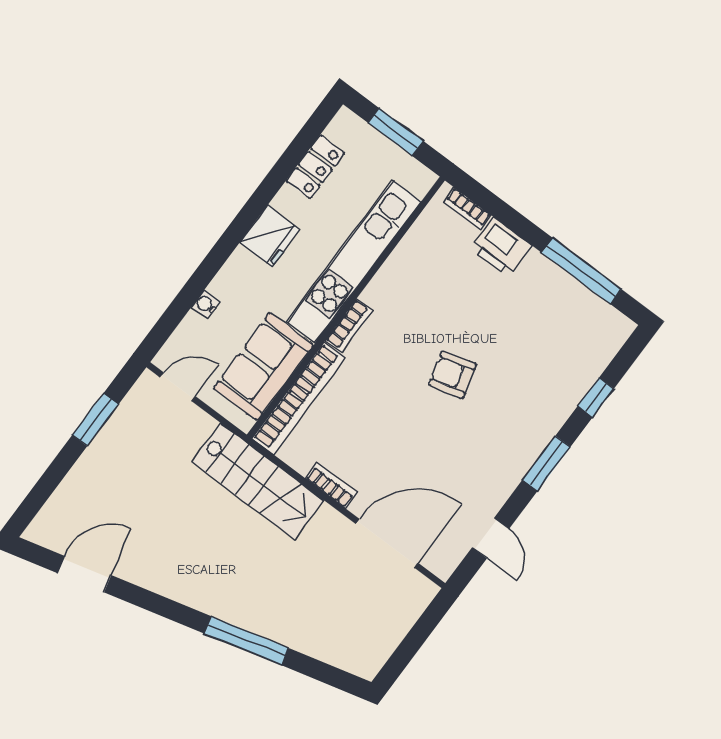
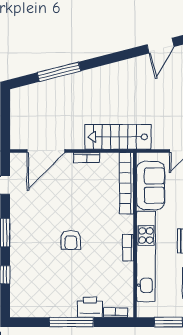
window: (581, 271) -> (71, 322), moved
bookcase: (349, 325) -> (128, 248), moved
armchair: (452, 375) -> (71, 240), turned 105
window: (246, 641) -> (59, 72), moved

